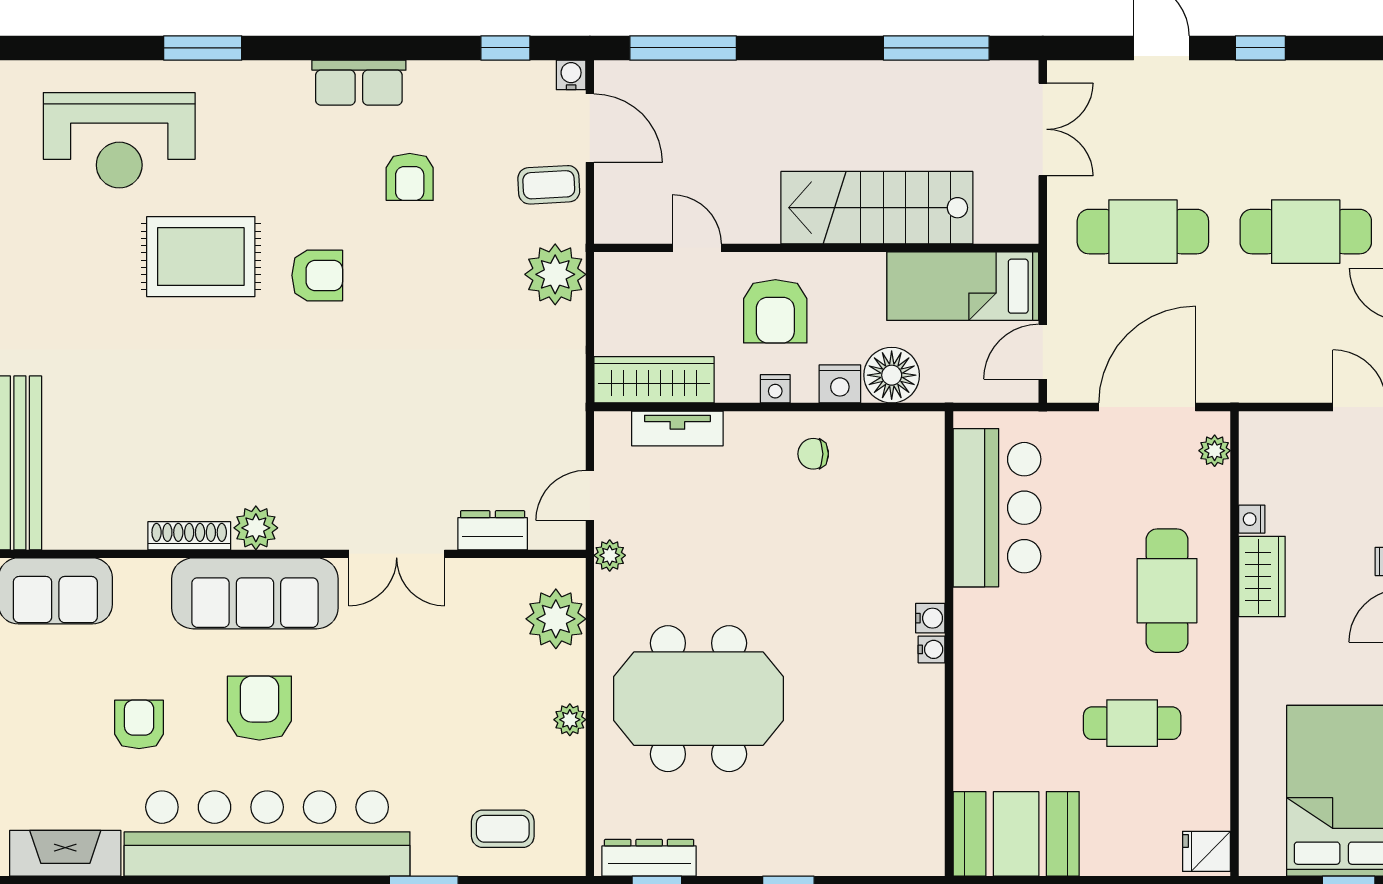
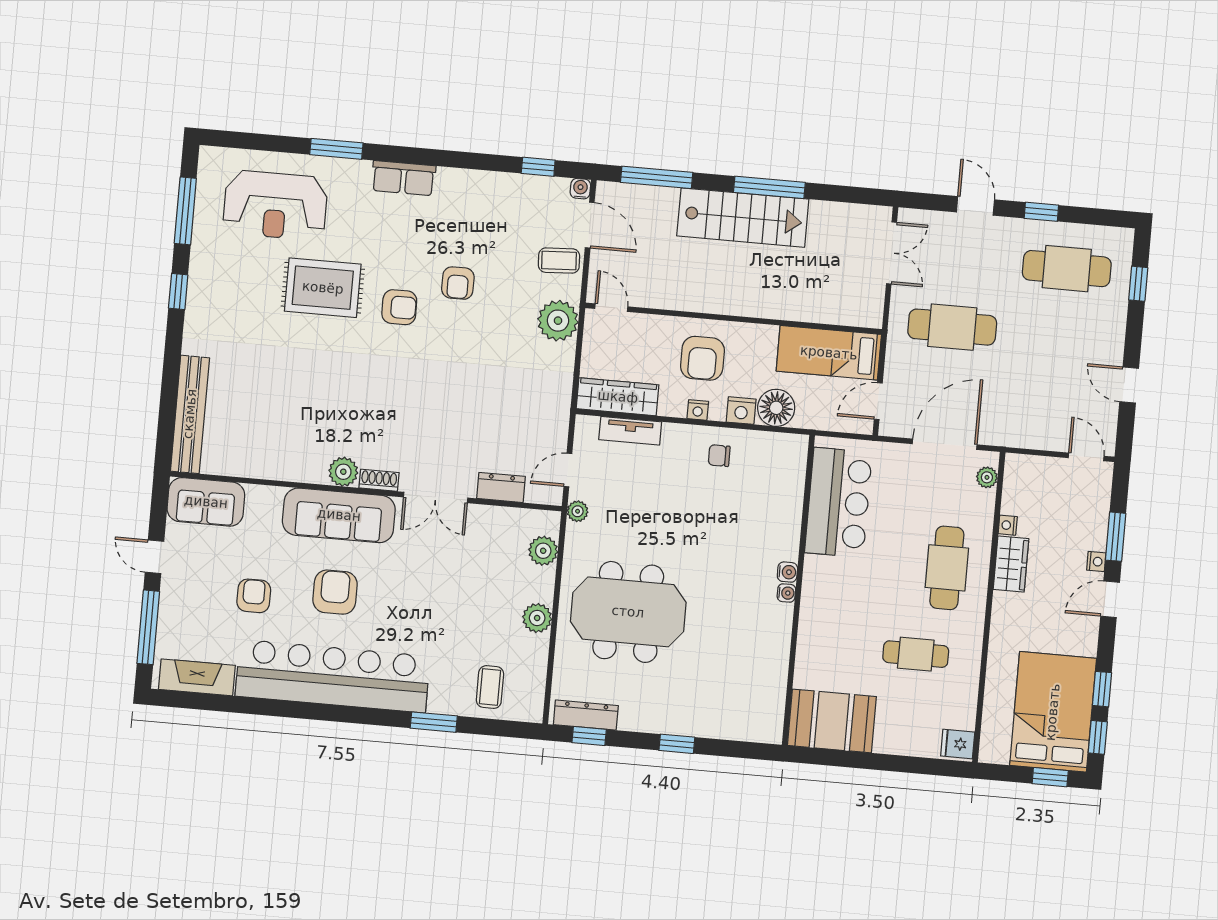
window: (936, 48) -> (769, 187), moved
row of seats: (359, 83) -> (403, 178), moved
armchair: (410, 177) -> (458, 283), moved
stairs: (877, 208) -> (743, 218), moved, turned 180
cafe table: (1306, 232) -> (1067, 269), moved
door: (697, 248) -> (611, 308), moved
shoe rack: (189, 536) -> (379, 480), moved, width x0.70
plant: (556, 619) -> (543, 551), width x0.73, depth x0.73
plant: (570, 720) -> (537, 618), width x1.38, depth x1.38
coffee table: (503, 829) -> (490, 687), turned 90

